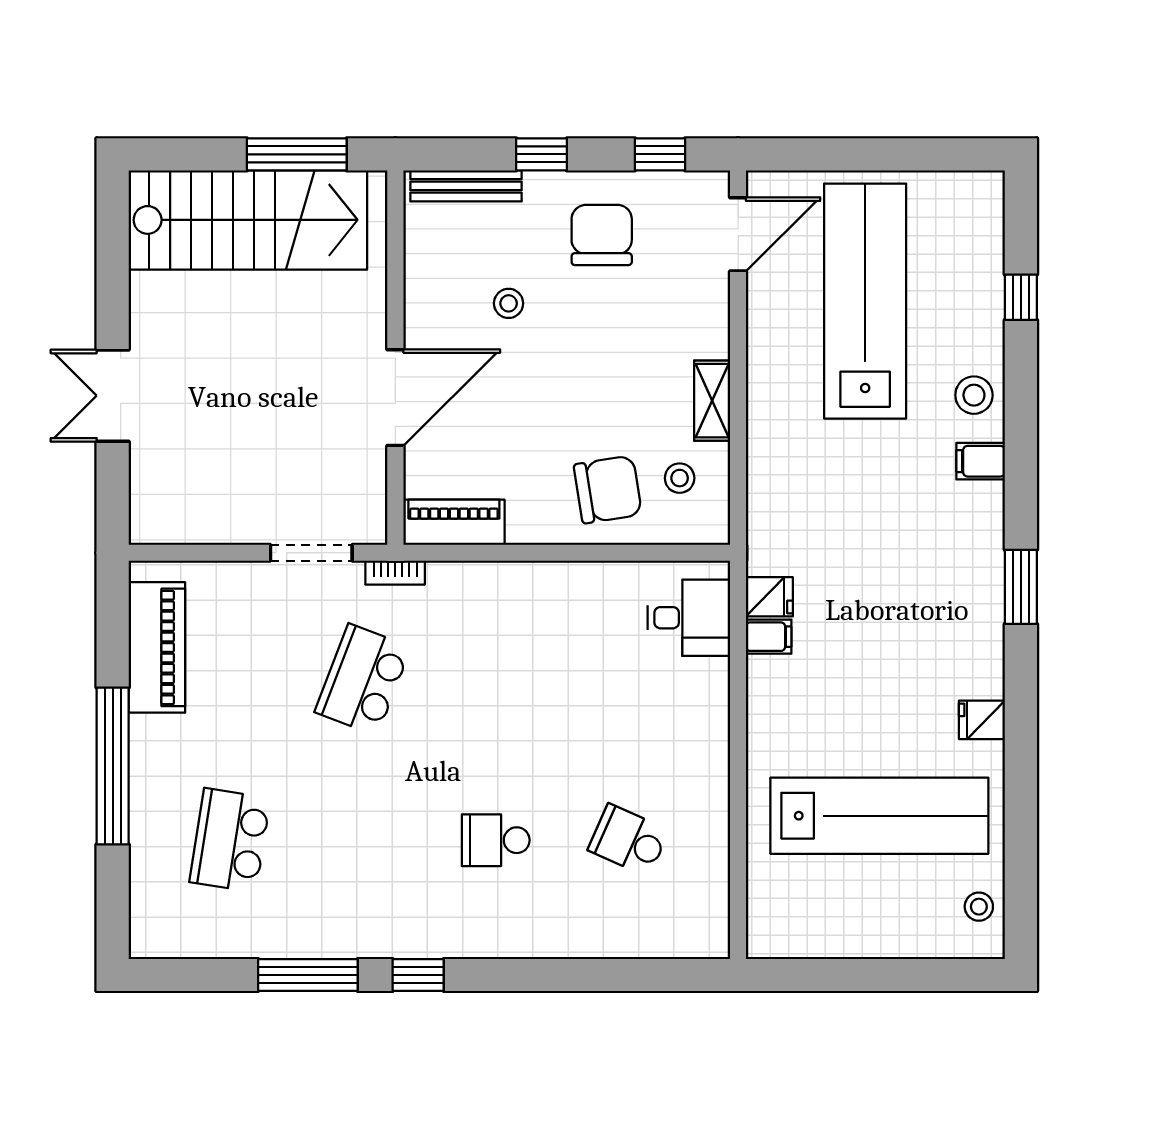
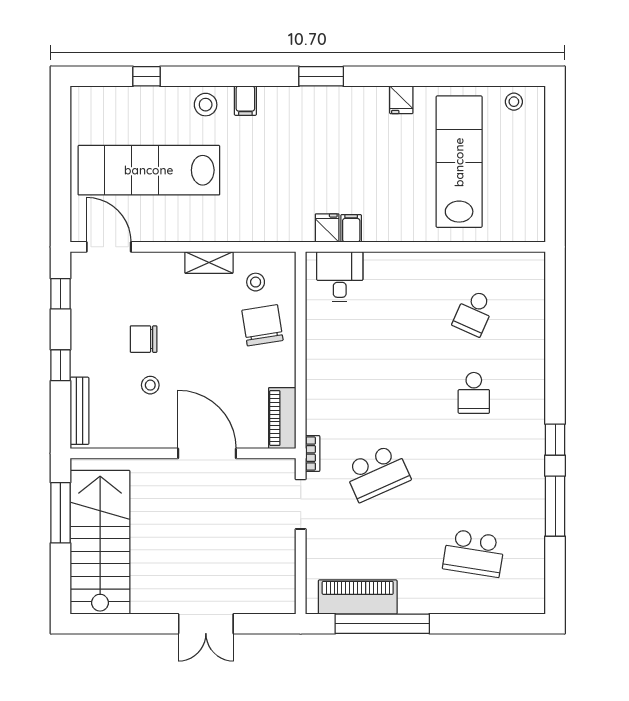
chair: (602, 235) -> (144, 339), moved, width x0.73, depth x0.73
school desk: (363, 680) -> (377, 473), turned -45
window: (113, 766) -> (382, 624), moved

